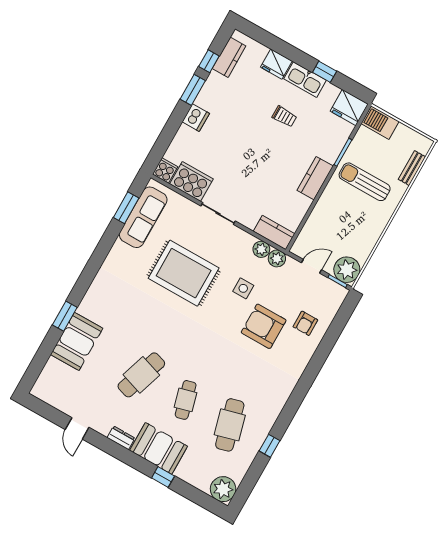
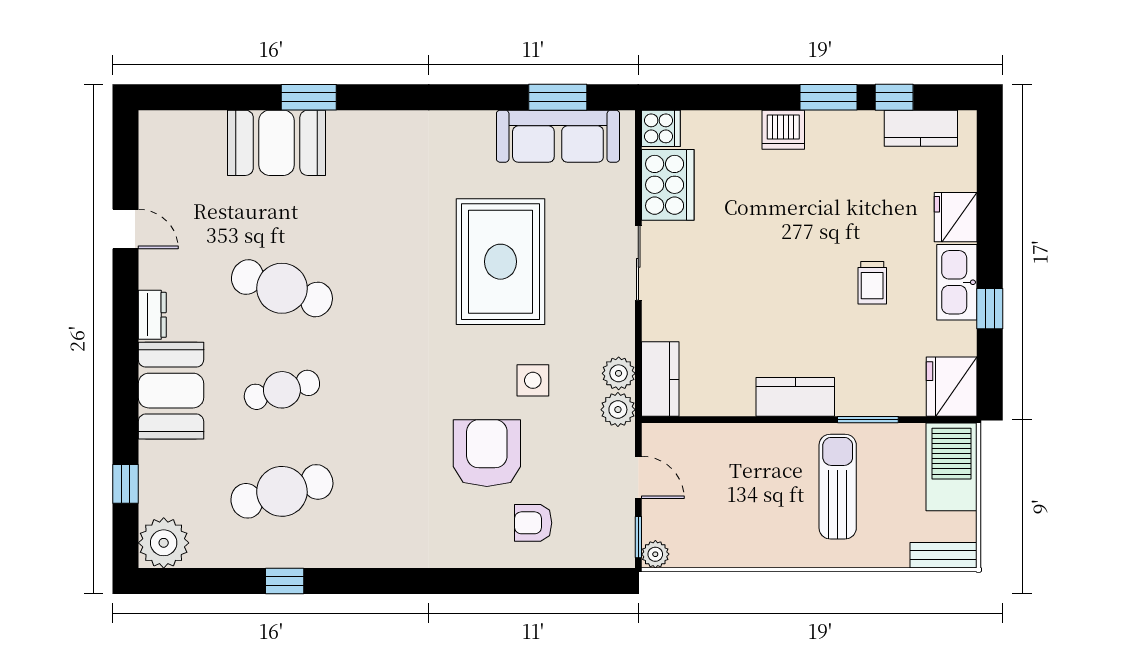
barbecue: (380, 123) -> (952, 467), width x1.37, depth x1.21
bench: (412, 168) -> (943, 555), moved
plant: (347, 270) -> (655, 554), width x0.53, depth x0.53
door: (77, 428) -> (126, 229), swing flipped
window: (163, 477) -> (126, 484), moved

